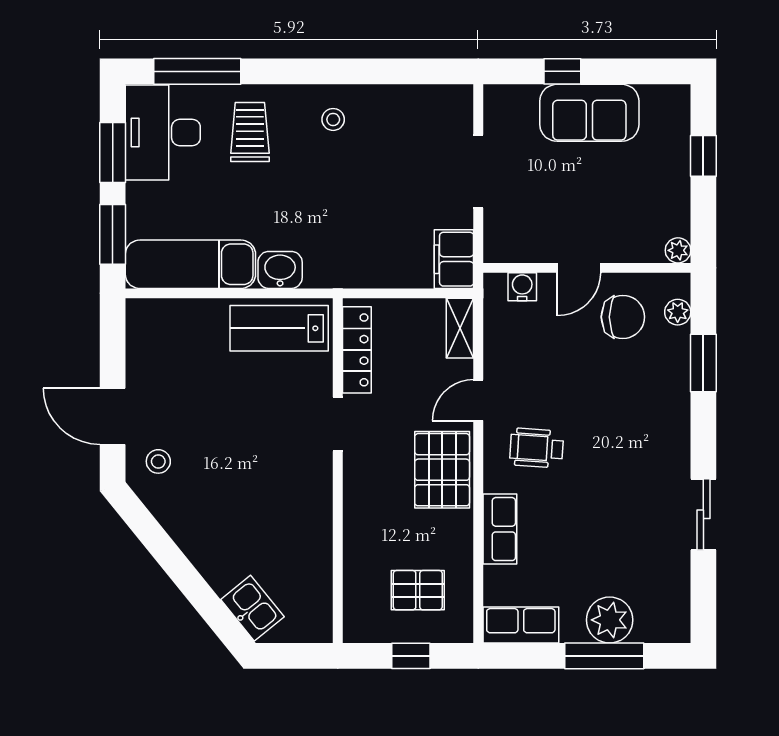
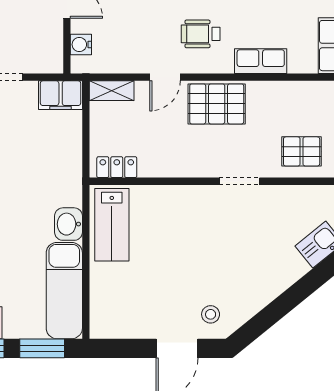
locker: (357, 350) -> (117, 167), width x0.66
door: (478, 400) -> (165, 77), hinge flipped
doorway: (338, 424) -> (240, 181), moved
wheelchair: (537, 448) -> (201, 34), turned 86
pallet: (418, 590) -> (302, 151), moved, turned 90

